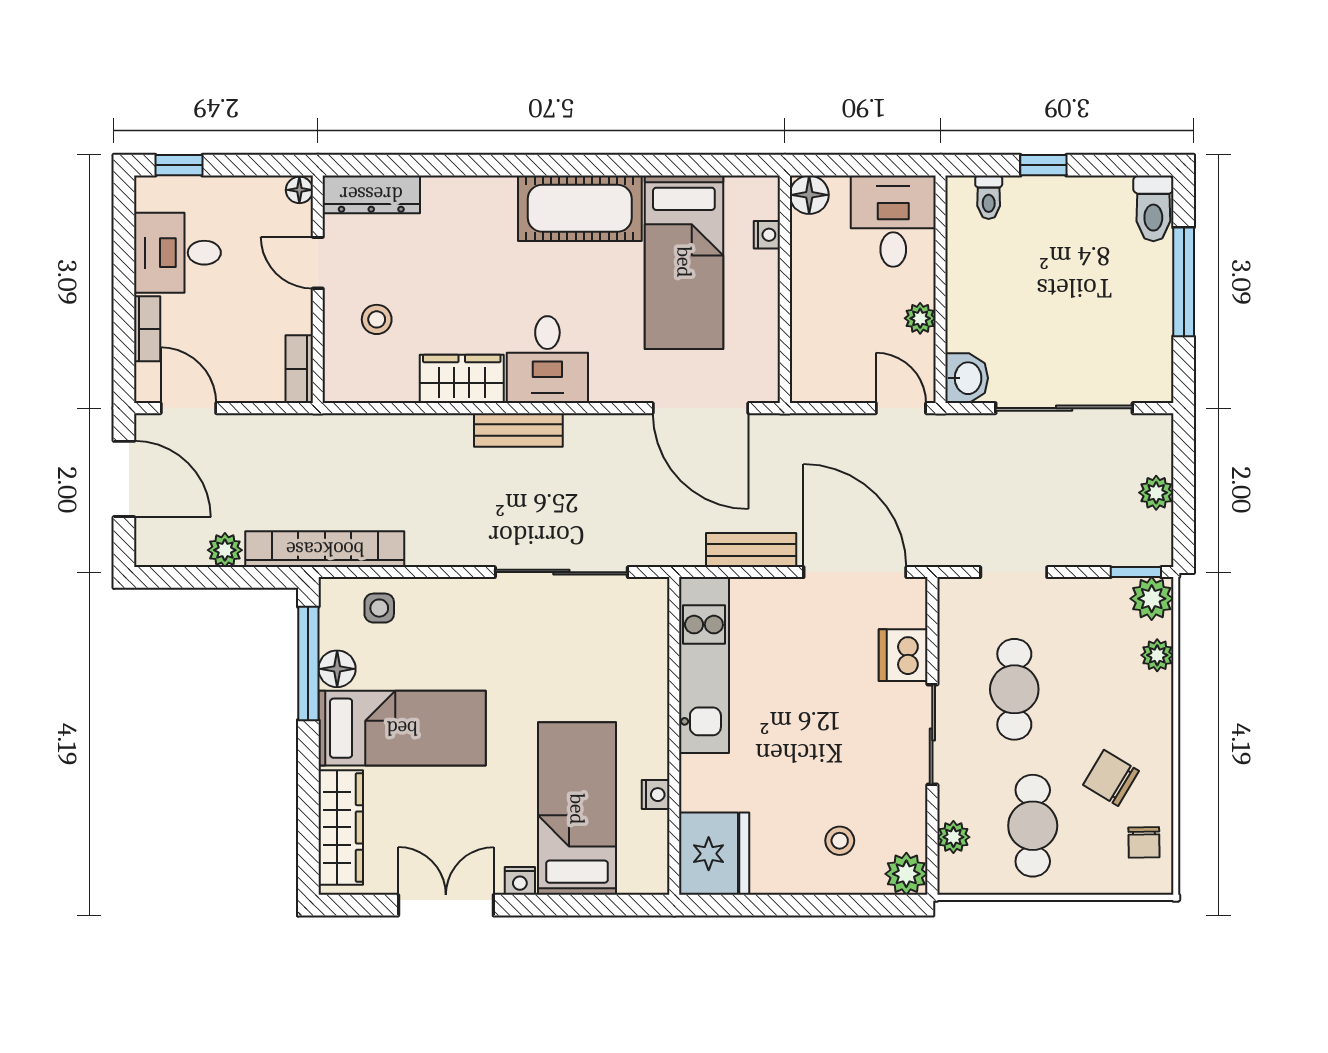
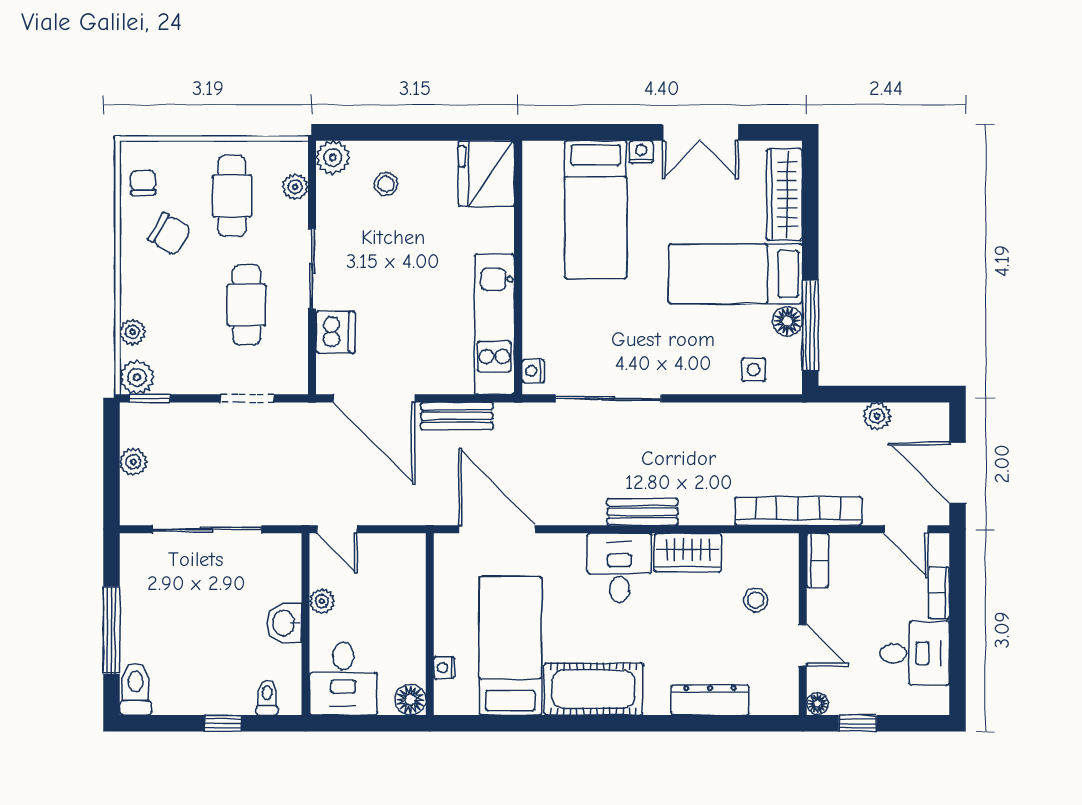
window: (179, 165) -> (858, 723), moved
dresser: (371, 194) -> (710, 700), moved
washbasin: (967, 378) -> (285, 623), moved
bookcase: (325, 549) -> (798, 511), moved, turned 180
nightstand: (656, 795) -> (533, 371), moved

